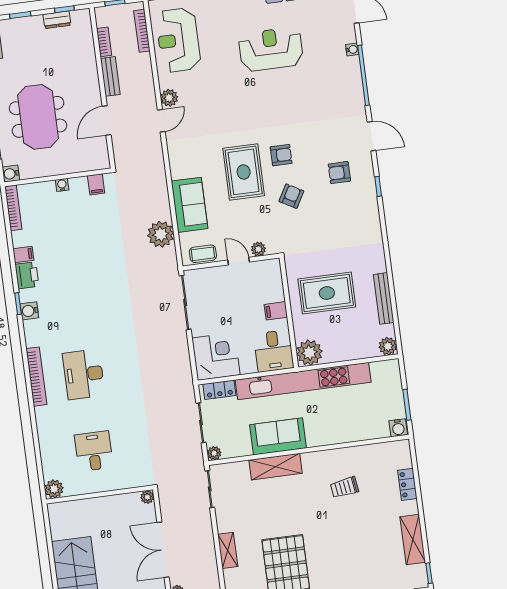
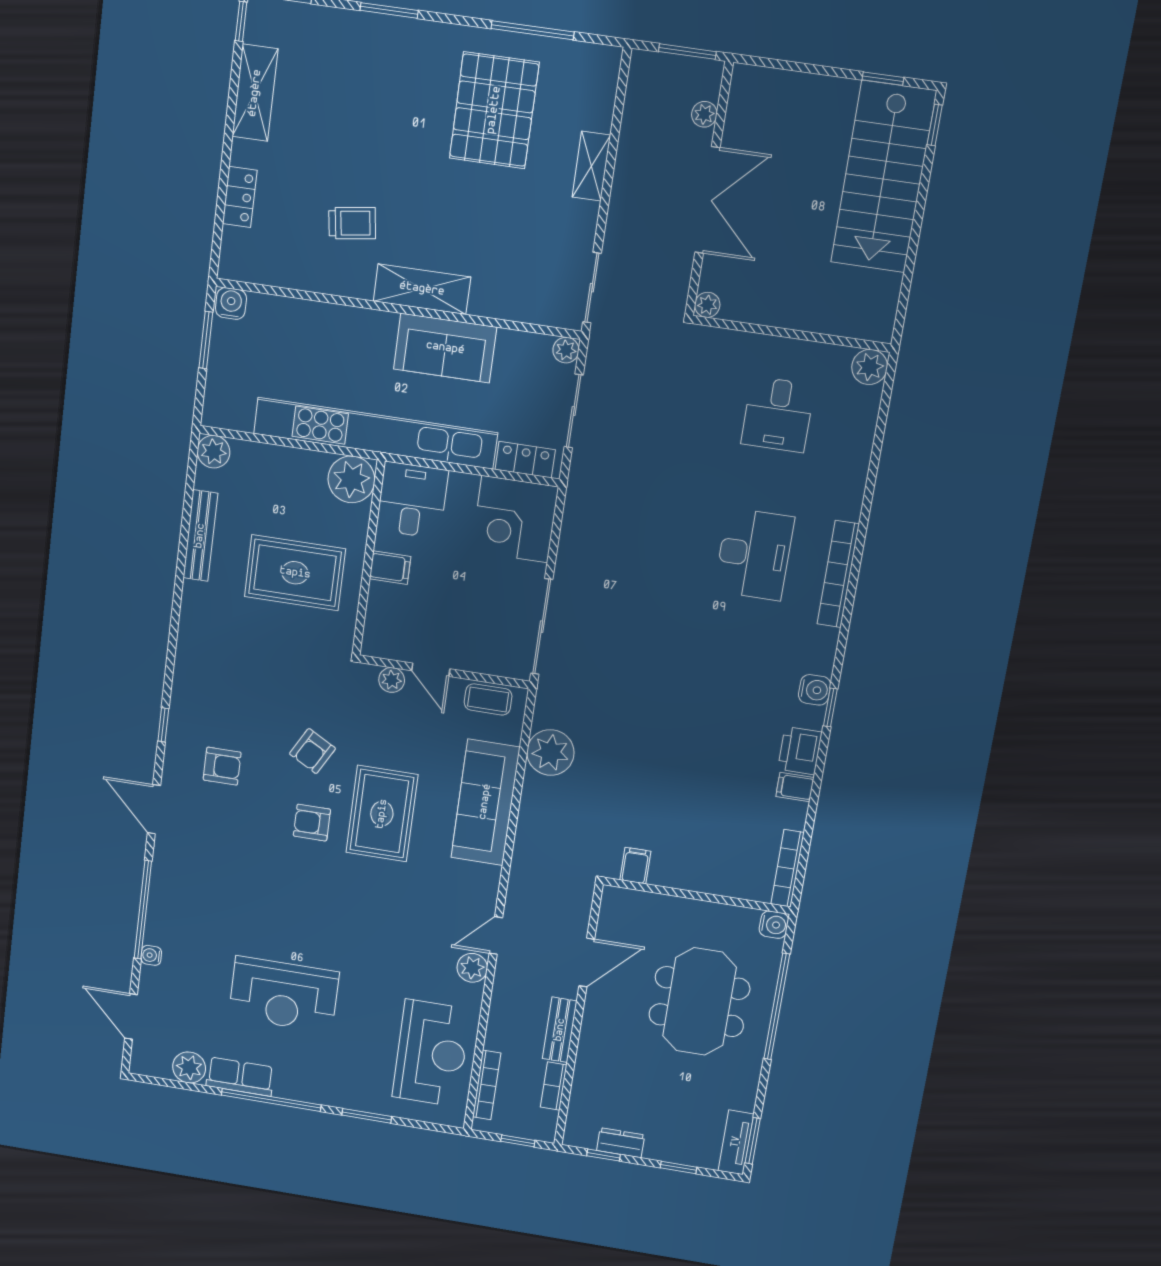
water cooler: (62, 185) -> (693, 881), removed
sofa: (190, 205) -> (485, 802), width x1.36
shelving: (276, 467) -> (422, 289), moved

